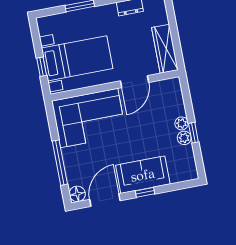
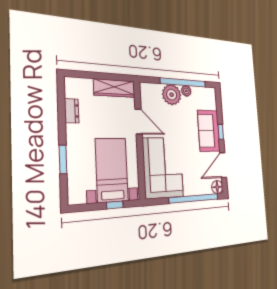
plant: (182, 123) -> (172, 95), width x1.87, depth x1.87
window: (193, 133) -> (183, 82), width x3.17
window: (60, 163) -> (194, 198), width x1.46
door: (105, 200) -> (223, 165), hinge flipped

